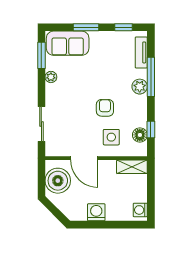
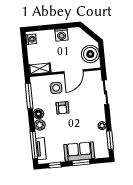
sofa: (68, 43) -> (79, 152), moved
window: (151, 77) -> (34, 145), moved
window: (151, 130) -> (29, 96), width x2.17
floor lamp: (140, 135) -> (39, 114), moved
door: (84, 158) -> (73, 71), swing flipped

